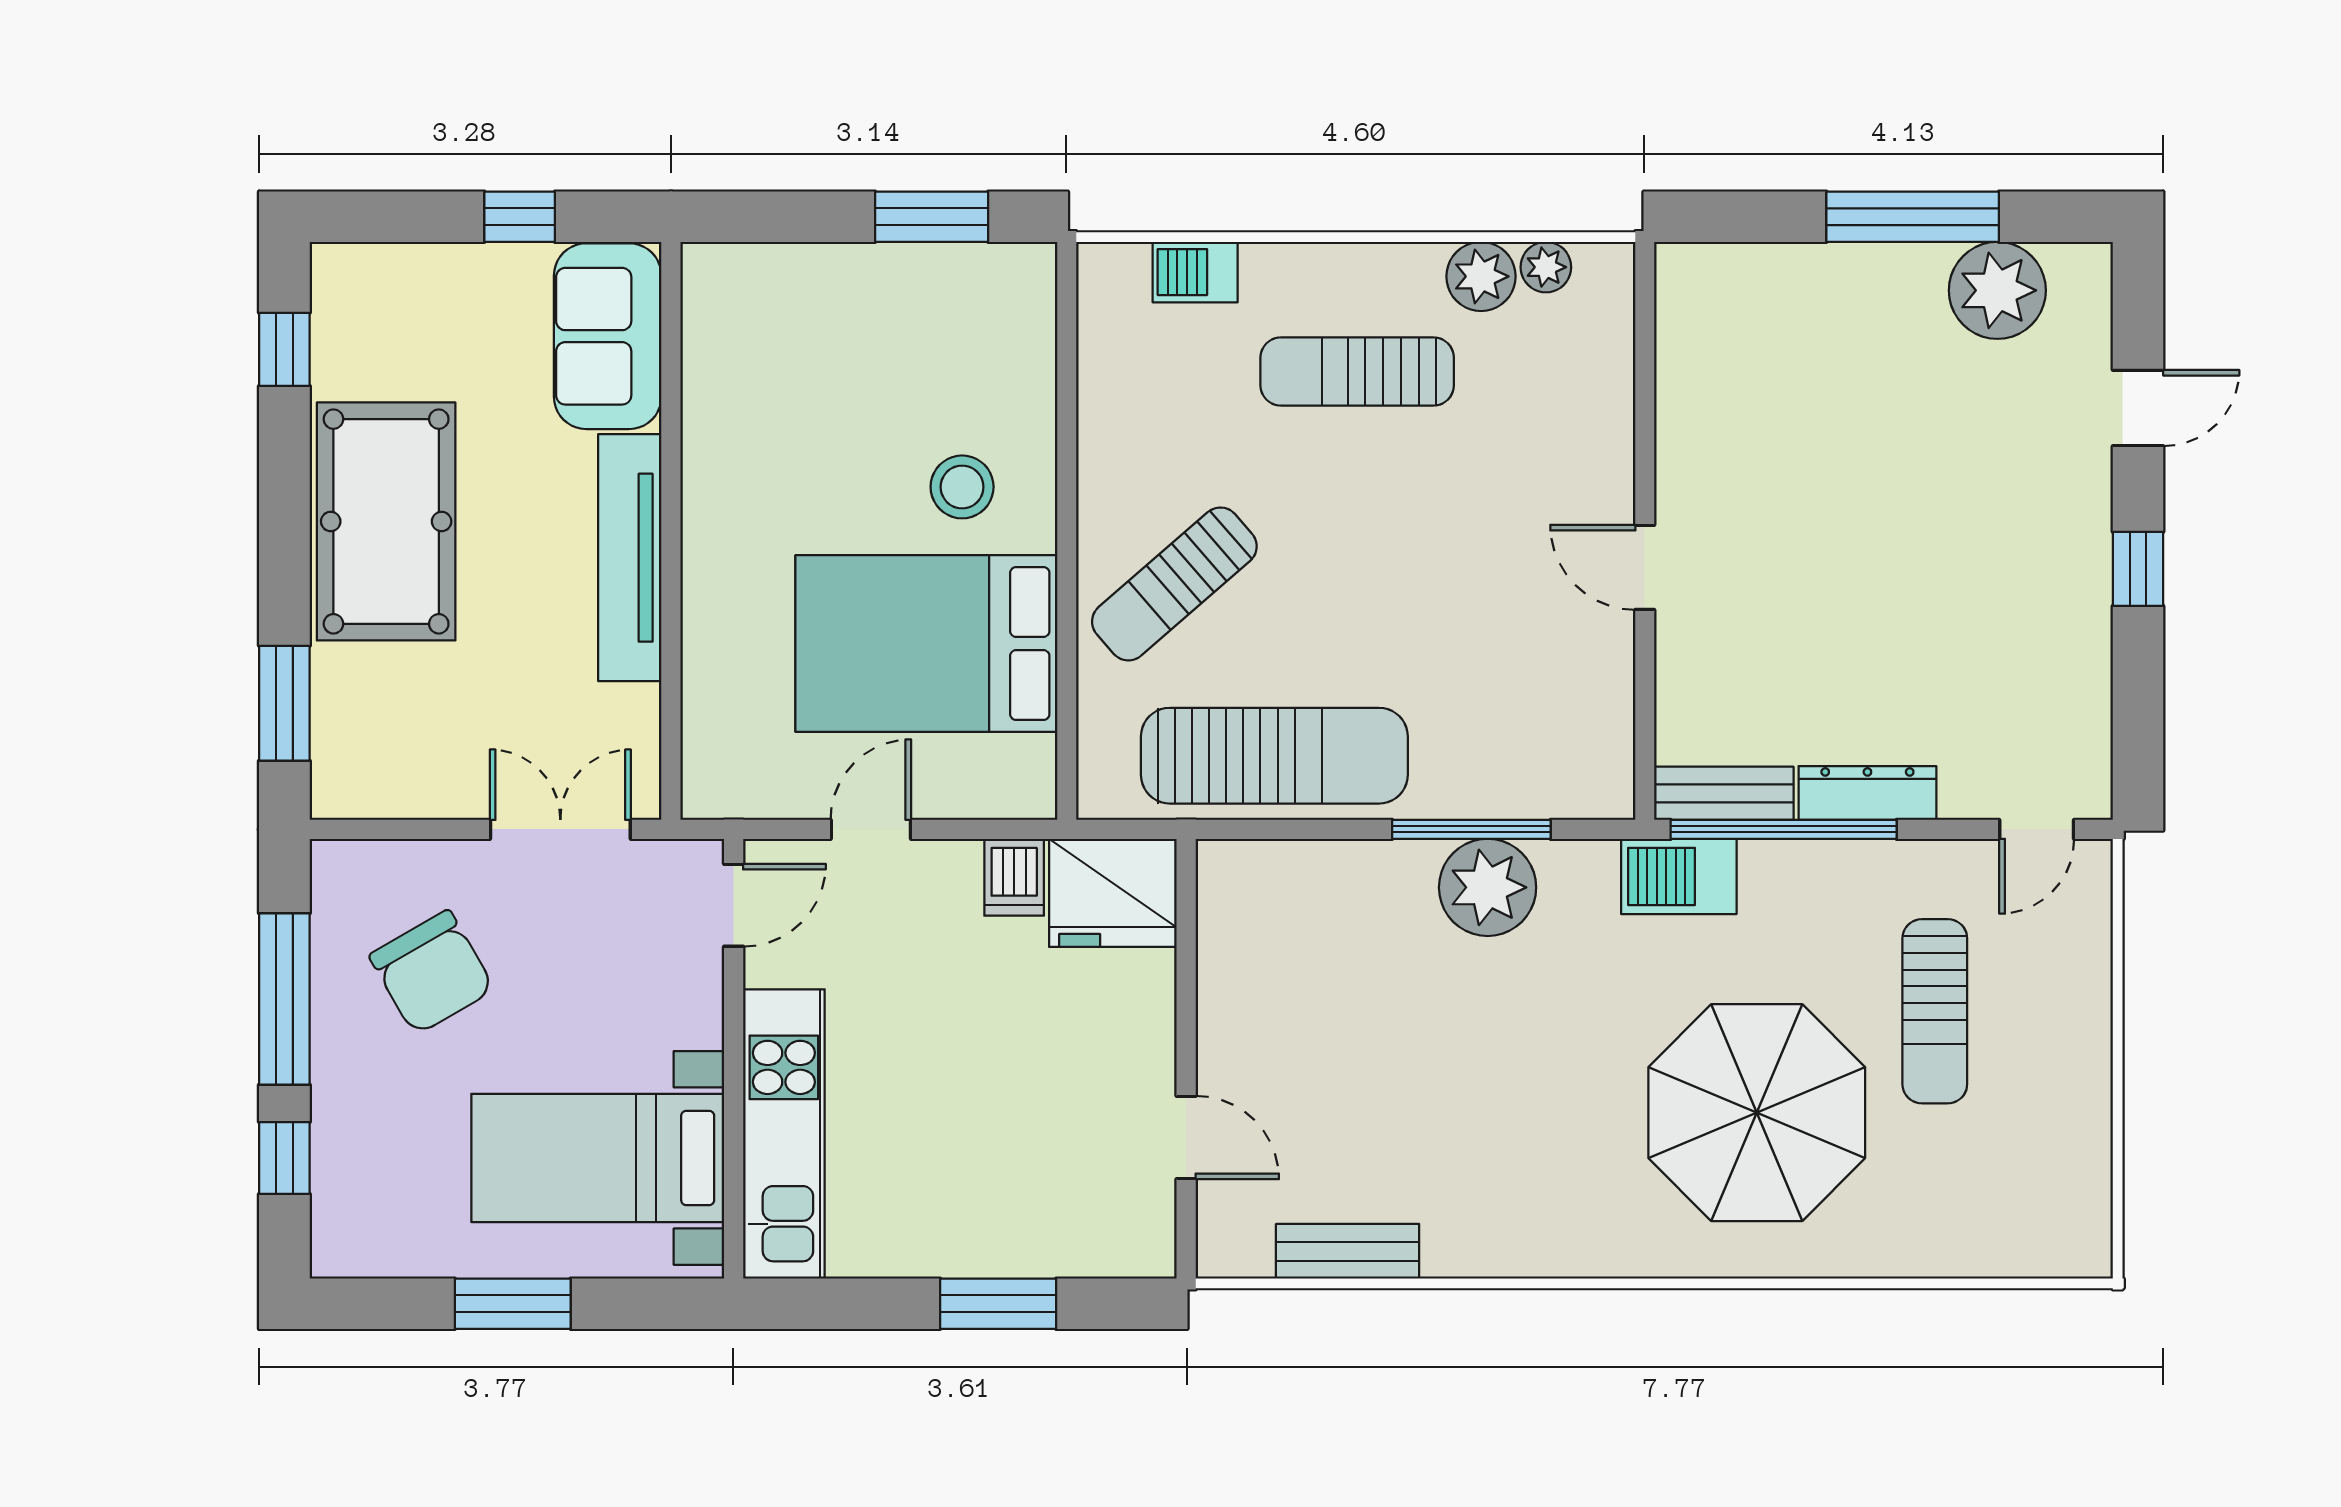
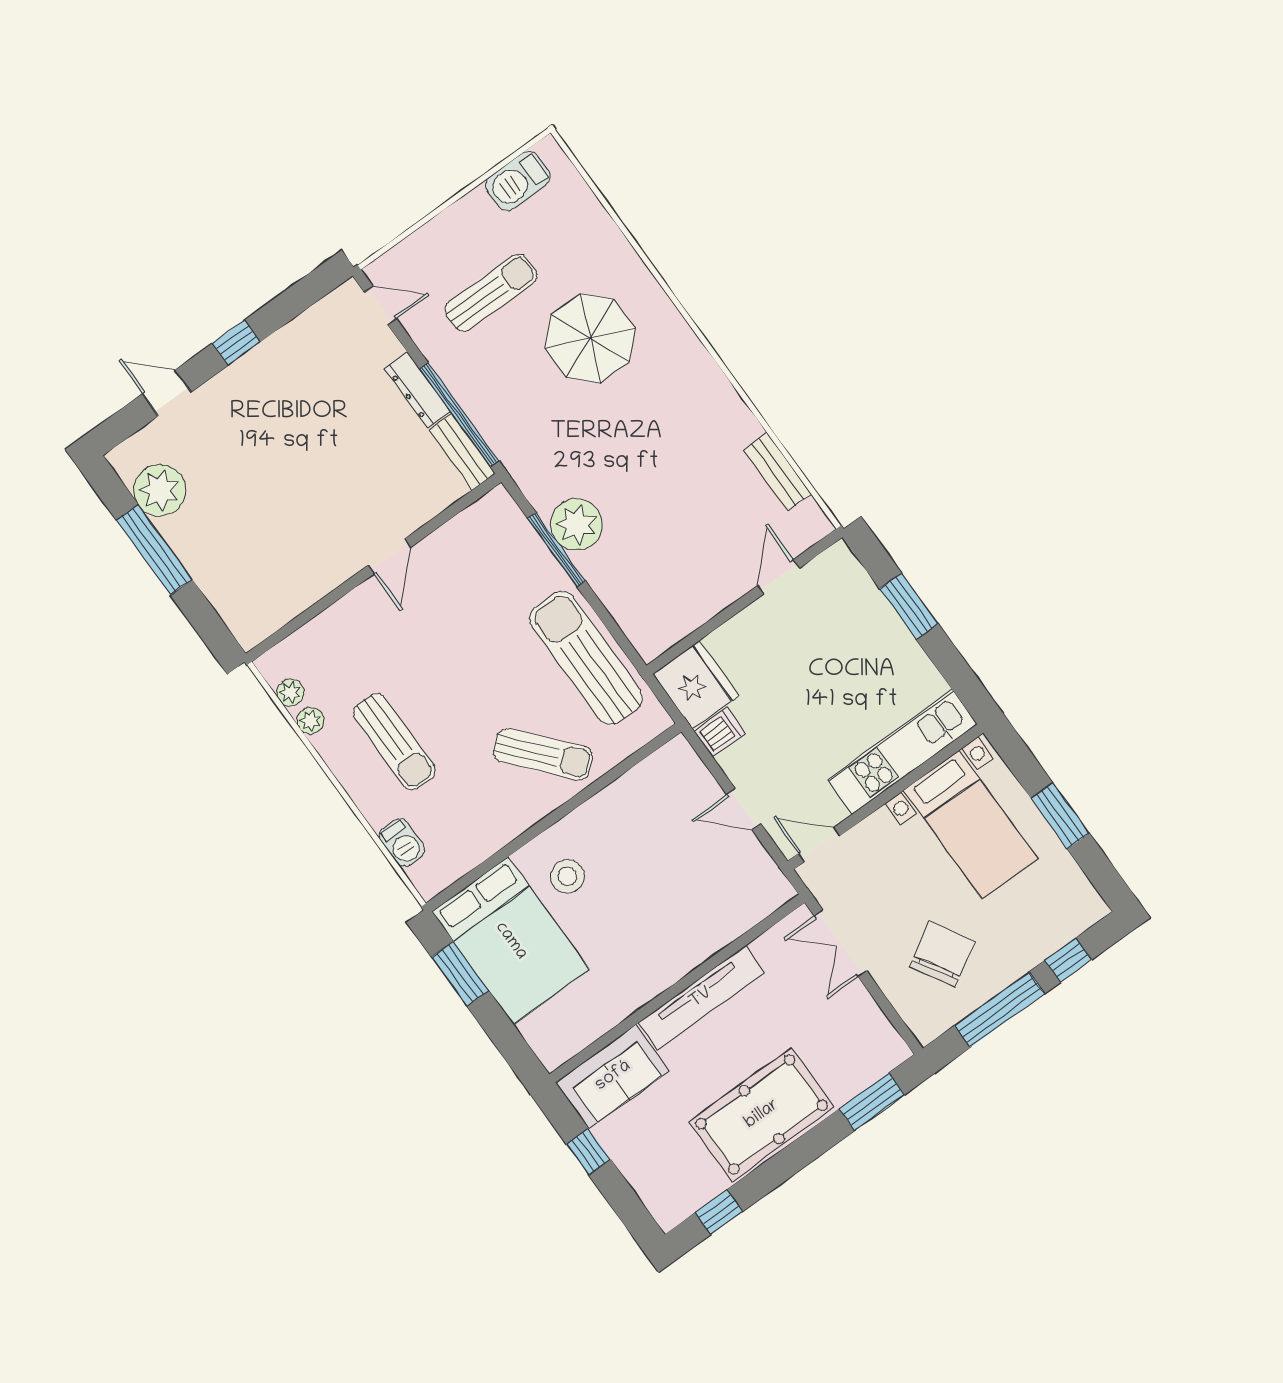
plant: (1481, 276) -> (311, 721), width x0.73, depth x0.73
bed: (926, 644) -> (511, 941), moved
barbecue: (1679, 876) -> (518, 181), moved, turned 90
parasol: (1757, 1113) -> (590, 338), width x0.73, depth x0.73

